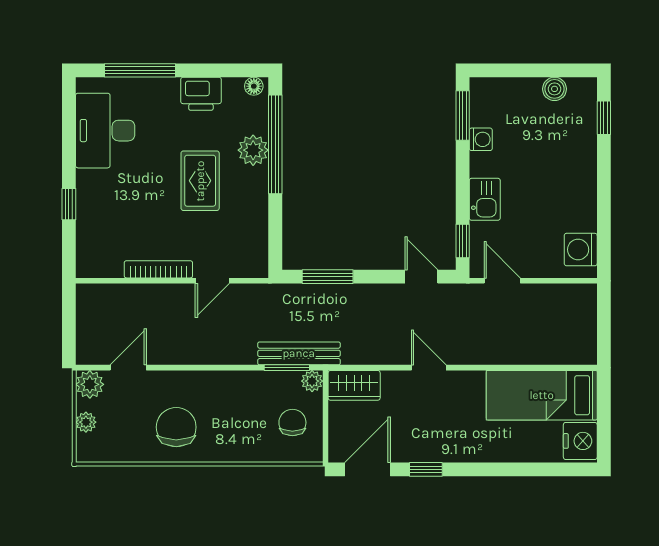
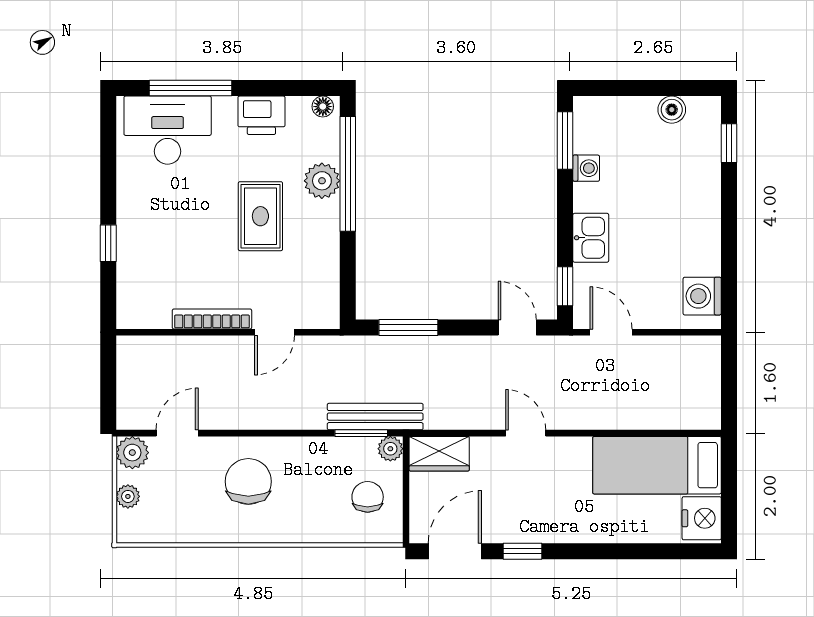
desk: (105, 131) -> (168, 130), moved, turned 90
chair: (176, 427) -> (248, 481), moved

